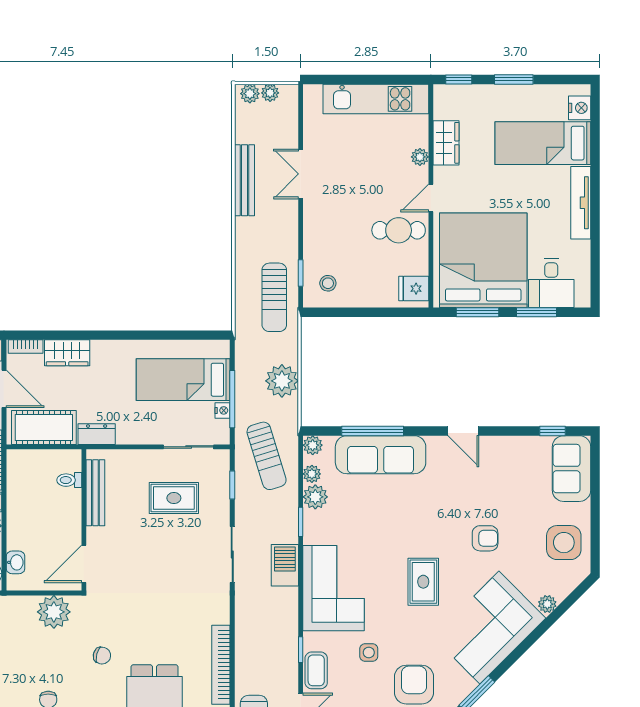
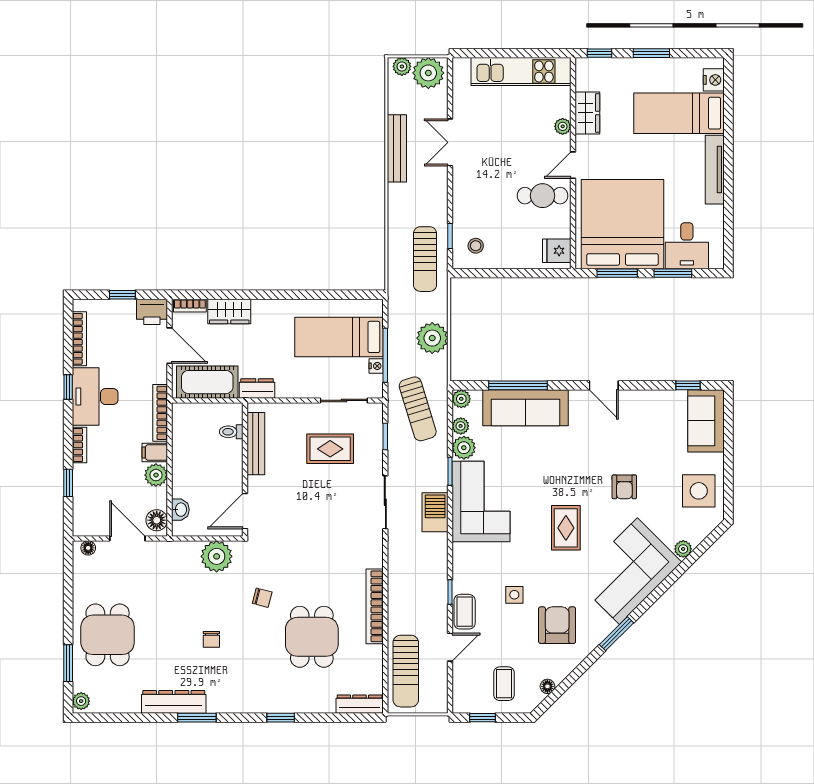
plant: (270, 93) -> (428, 73), width x1.88, depth x1.88
armchair: (485, 538) -> (624, 487), turned 90
corner sofa: (334, 588) -> (481, 501), moved

